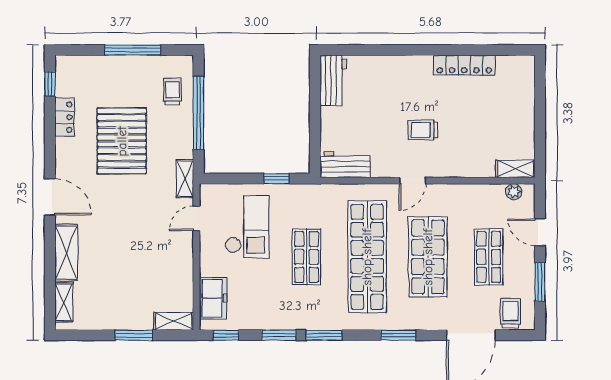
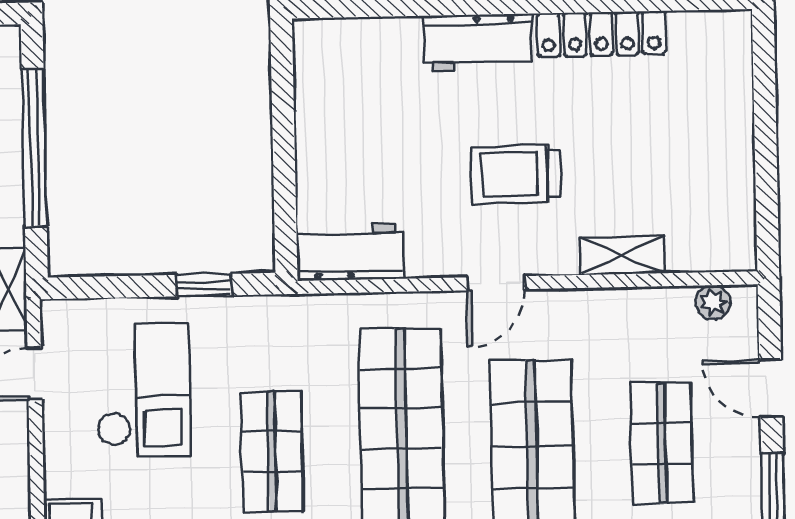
workbench: (333, 80) -> (478, 43), moved, turned 90
trolley: (423, 130) -> (516, 175), width x1.36, depth x1.39
shelving: (515, 169) -> (622, 255), moved

